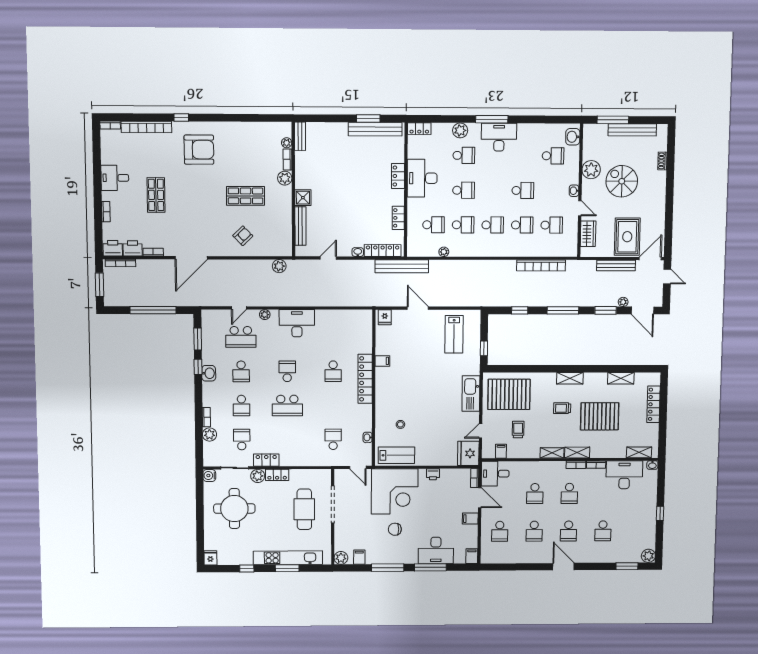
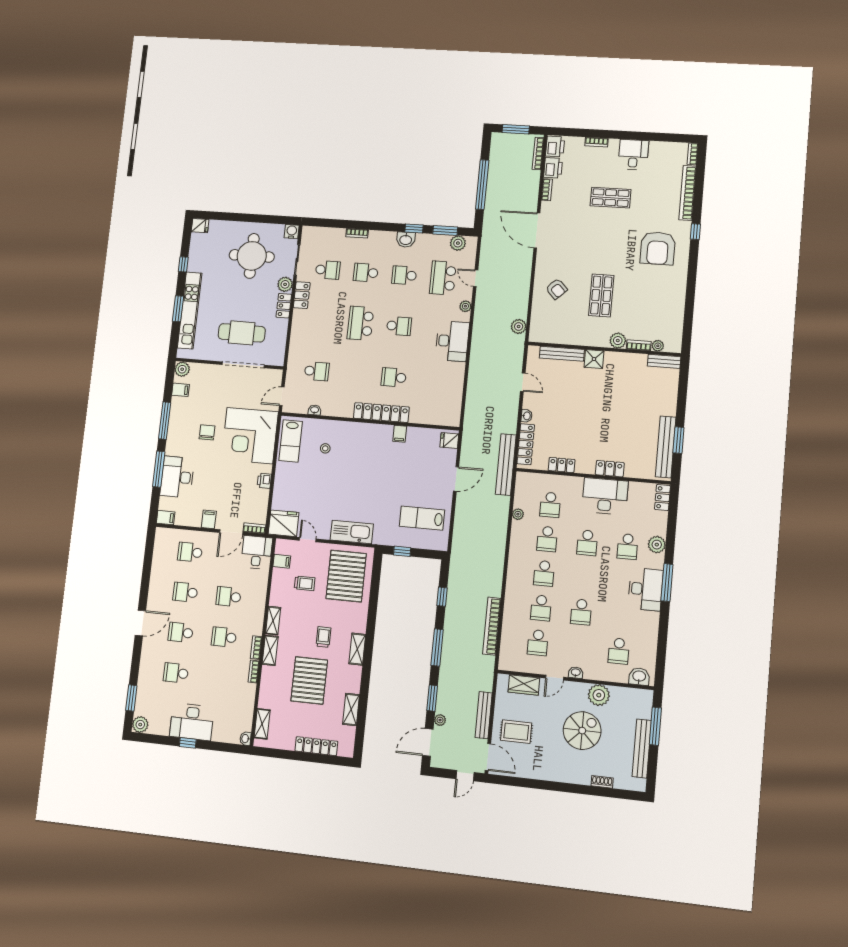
rug: (627, 237) -> (516, 732), width x0.73, depth x0.70
plant: (209, 435) -> (458, 243), moved
desk: (624, 475) -> (192, 722), moved, turned 90

